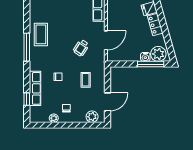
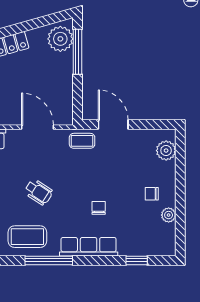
wheelchair: (81, 48) -> (38, 192), moved
water cooler: (145, 57) -> (65, 61), removed
coffee table: (86, 80) -> (82, 141), moved
row of seats: (35, 88) -> (89, 247), moved
door: (107, 102) -> (113, 124), moved

